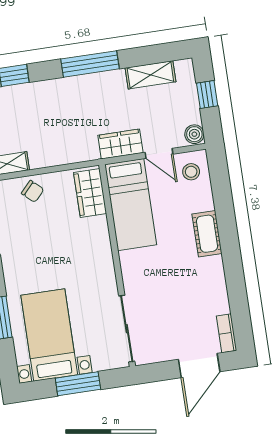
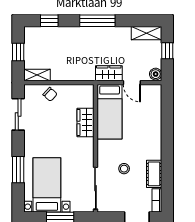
shelving: (150, 75) -> (146, 33), moved
stool: (191, 172) -> (124, 169), moved
wardrobe: (90, 193) -> (85, 122), moved
cot: (207, 234) -> (154, 174), moved

